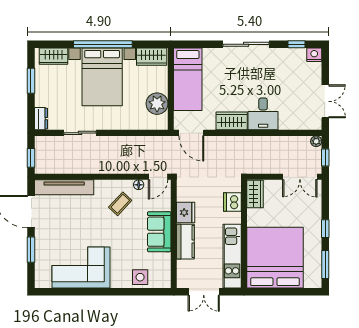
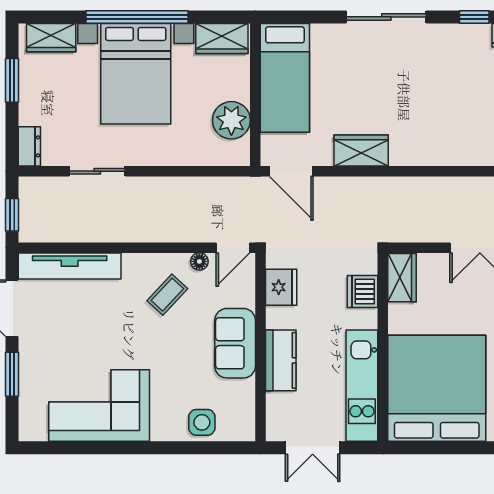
desk: (263, 114) -> (416, 138), removed
fridge: (186, 212) -> (281, 287), moved

